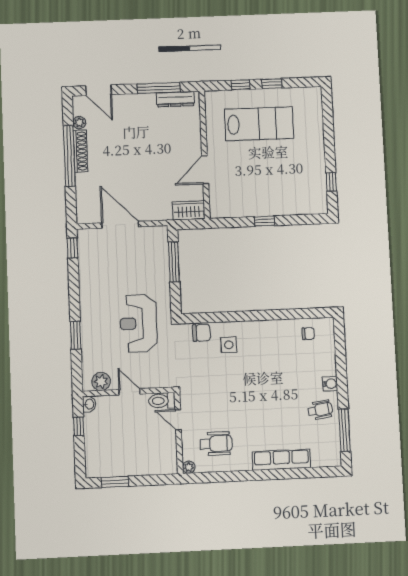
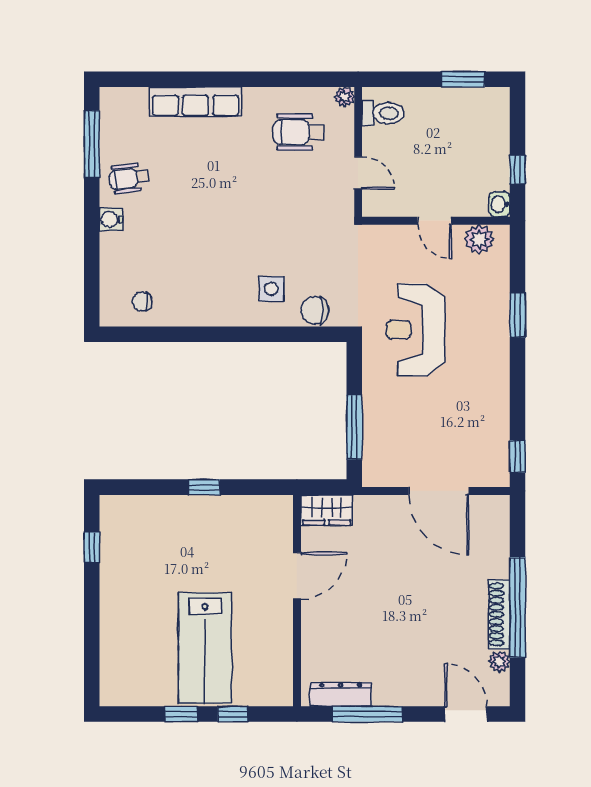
lab bench: (259, 124) -> (205, 648), turned -90
reception desk: (138, 323) -> (416, 330), turned 180
toilet: (162, 401) -> (383, 113), moved

